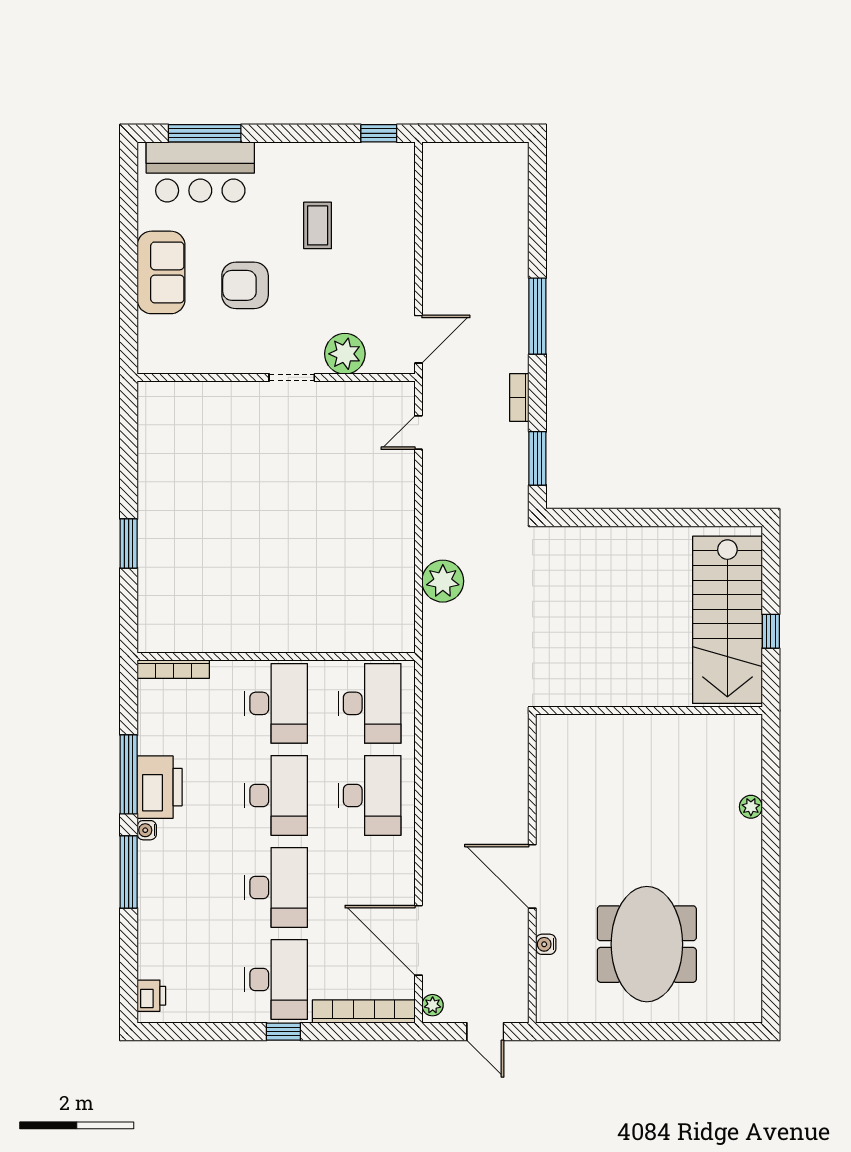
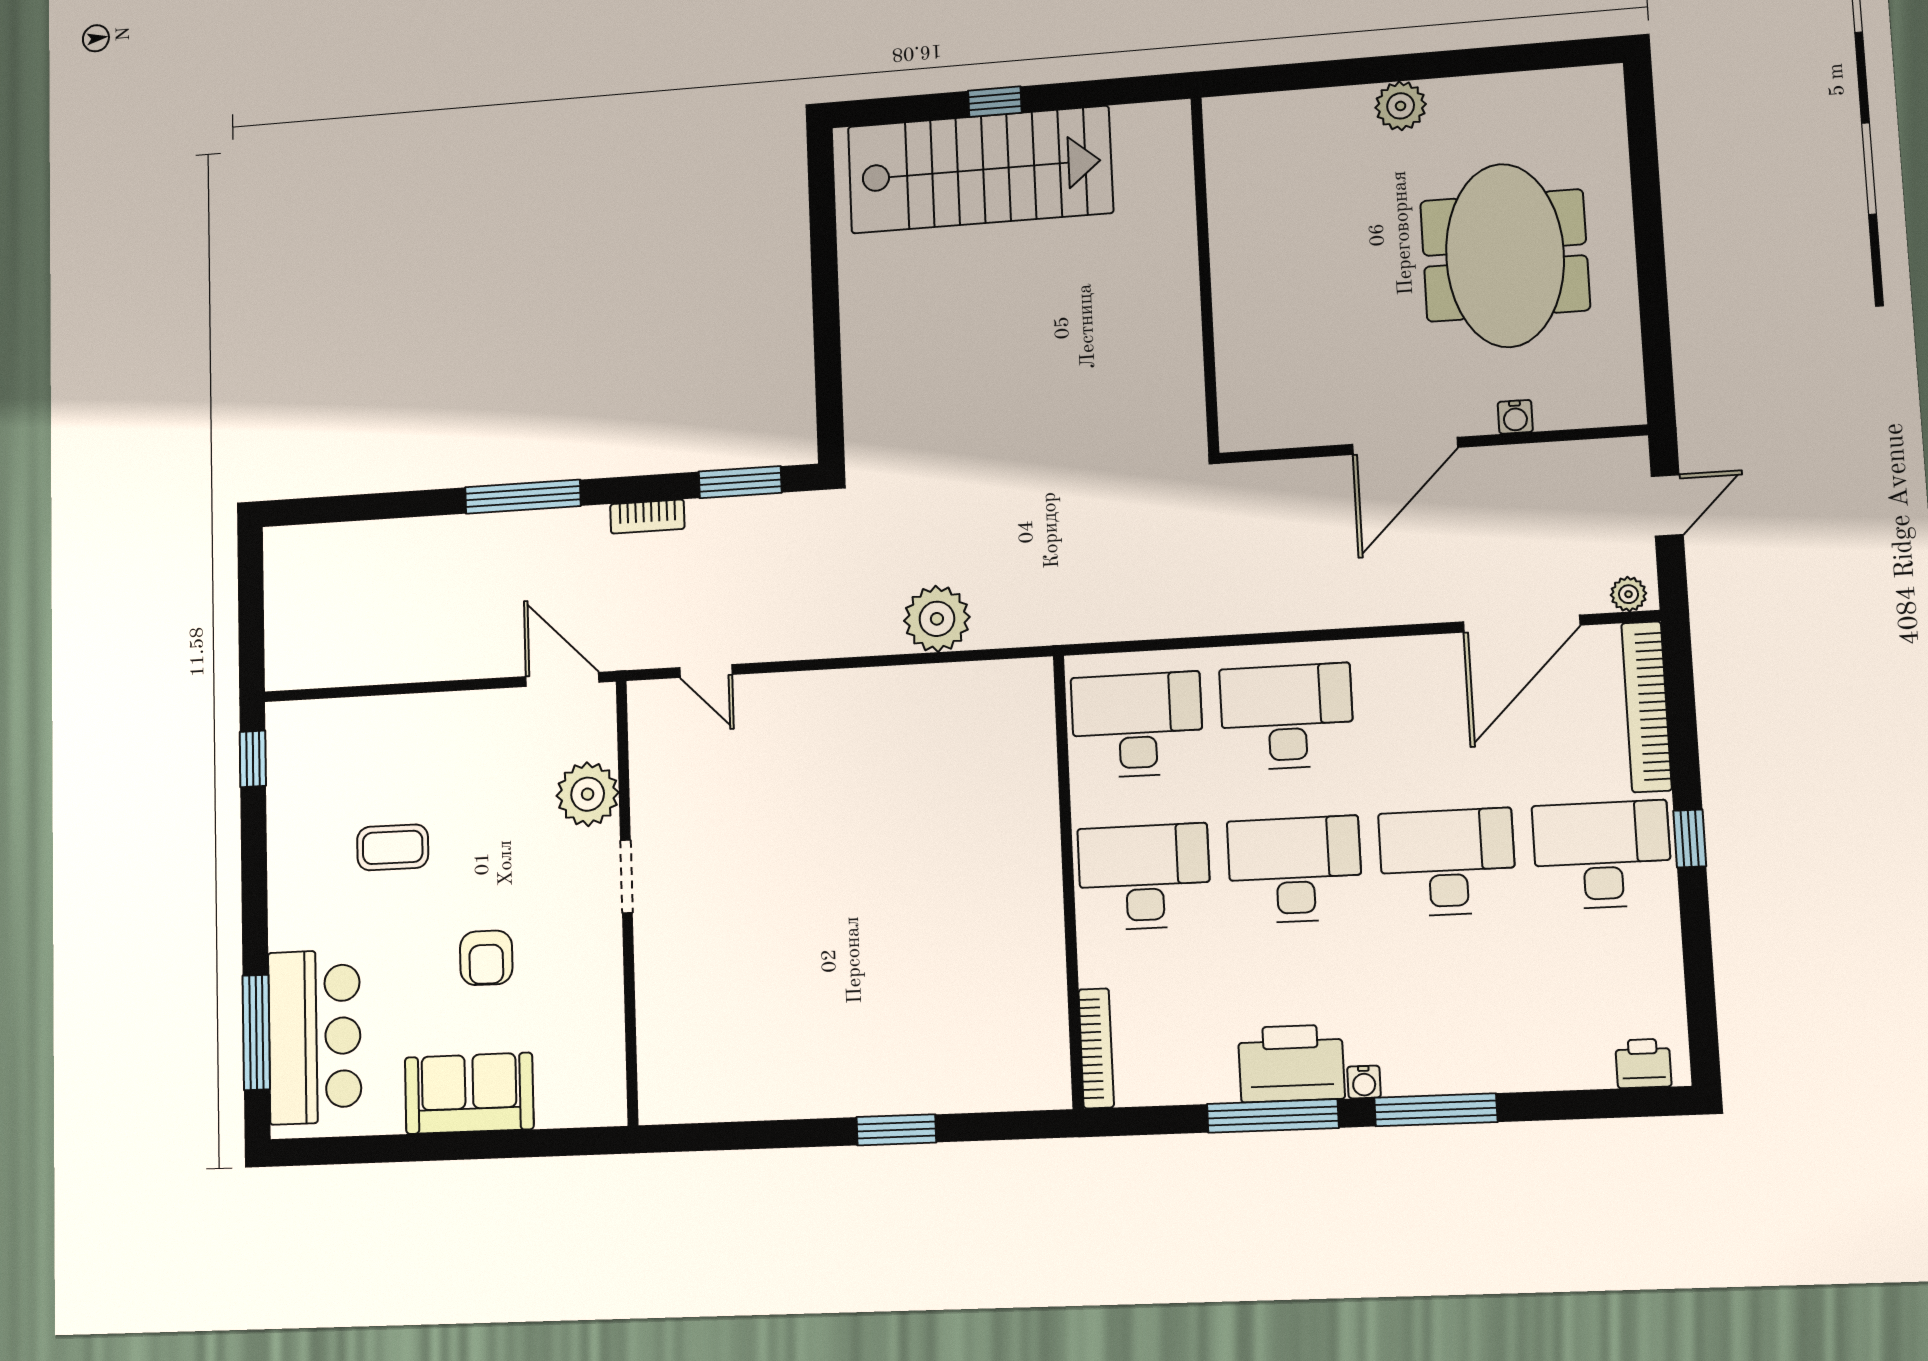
armchair: (245, 285) -> (486, 958), width x0.72, depth x0.72
wall: (649, 711) -> (1205, 274), moved
plant: (751, 807) -> (1401, 106), moved, width x1.38, depth x1.38
meeting table: (647, 944) -> (1505, 255), turned 90

